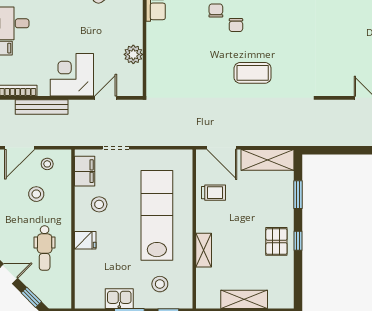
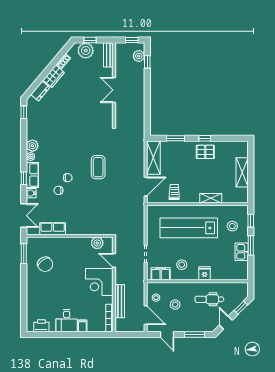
plant: (133, 54) -> (97, 243), moved
dental chair: (45, 248) -> (209, 299), turned 180

